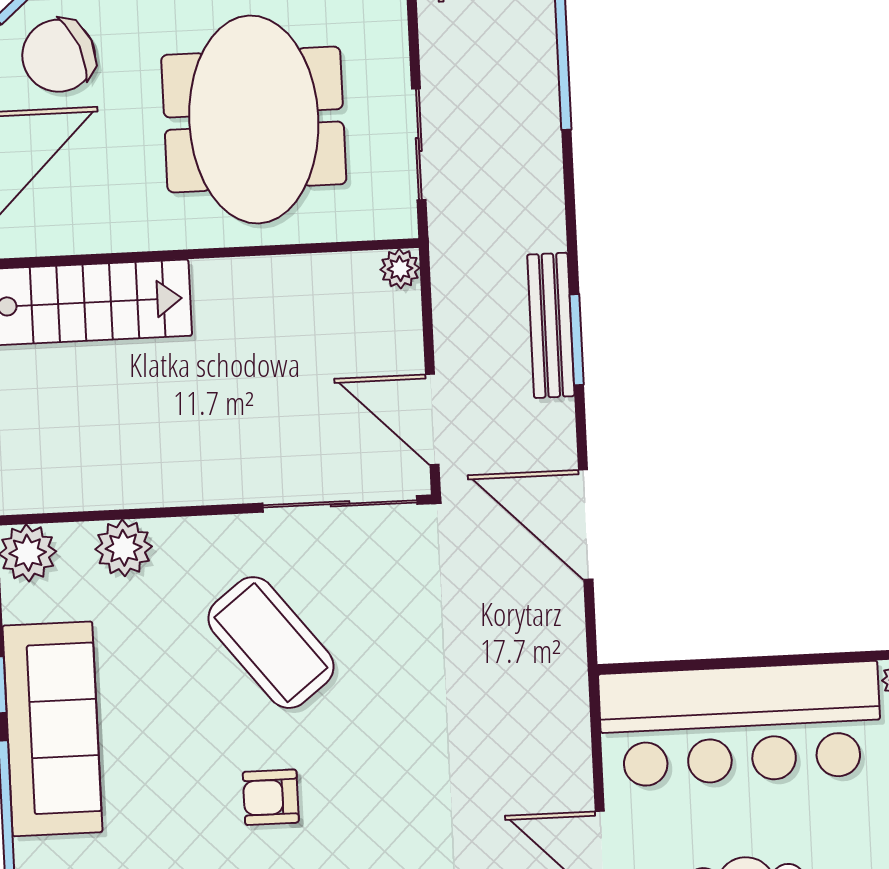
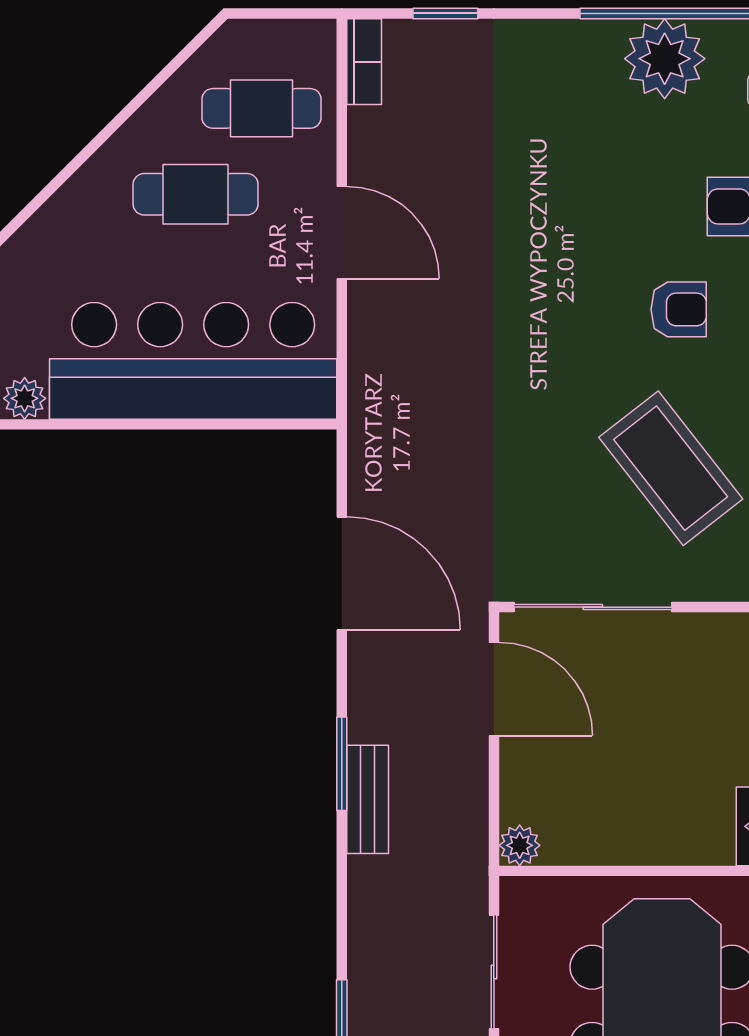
bench: (551, 325) -> (368, 799), width x0.73

